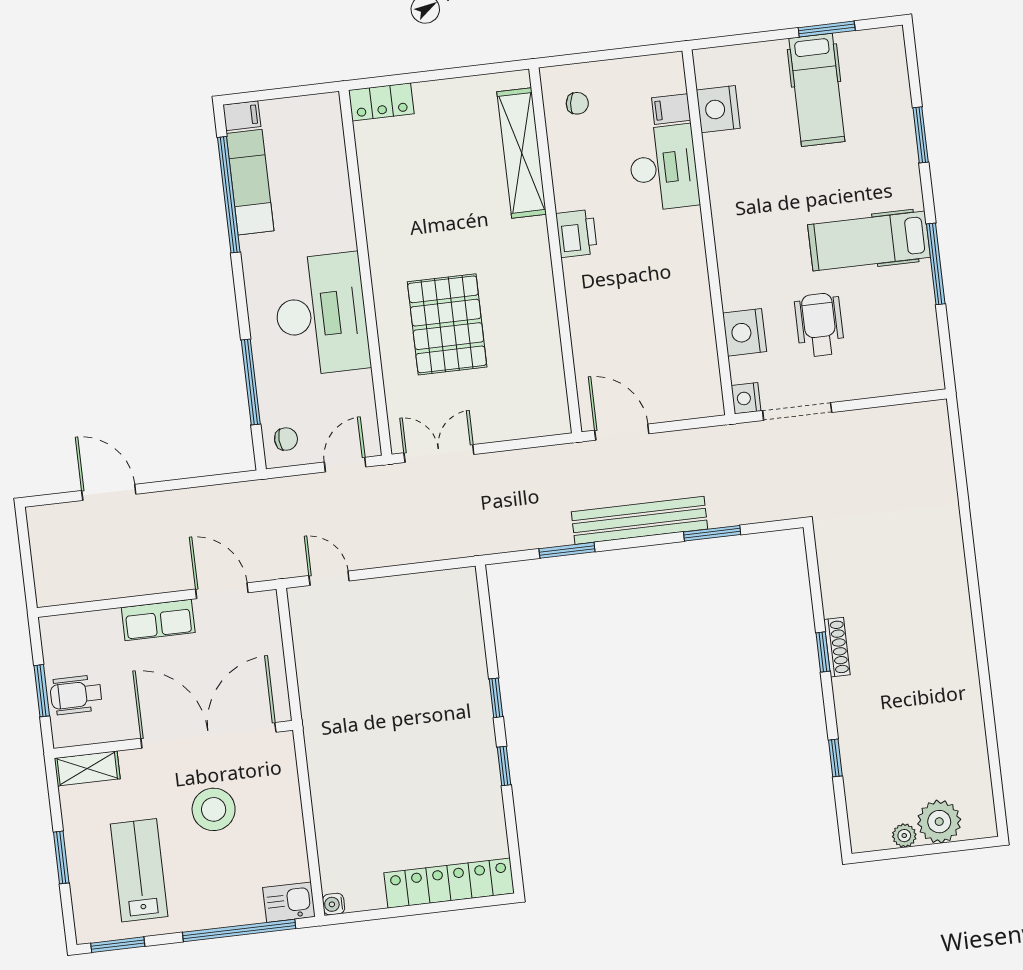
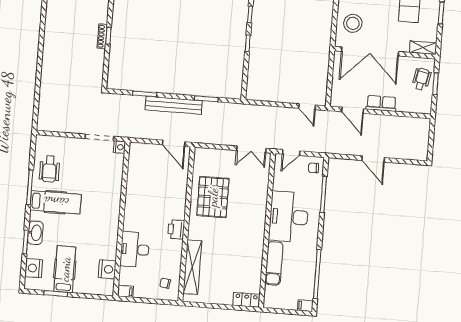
filing cabinet: (671, 109) -> (125, 291), moved
washbasin: (902, 161) -> (35, 233), added
exam couch: (250, 182) -> (274, 263), moved, turned 180
pallet: (447, 324) -> (213, 197), moved
wheelchair: (819, 325) -> (49, 169), moved
nightstand: (745, 332) -> (34, 268), moved, turned 180
door: (109, 492) -> (373, 159), moved
wheelchair: (76, 695) -> (422, 79), turned -79
stool: (214, 809) -> (353, 23), moved

